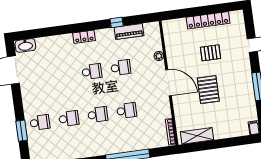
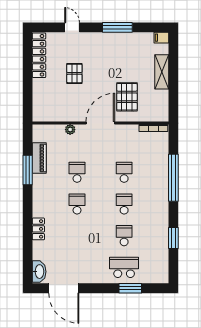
locker: (208, 20) -> (39, 55), moved
window: (117, 22) -> (28, 170), width x2.17
locker: (84, 37) -> (38, 229), moved
pallet: (208, 90) -> (127, 97), moved, turned 90
school desk: (40, 122) -> (124, 267), width x1.85
shelving: (197, 136) -> (162, 72), moved

